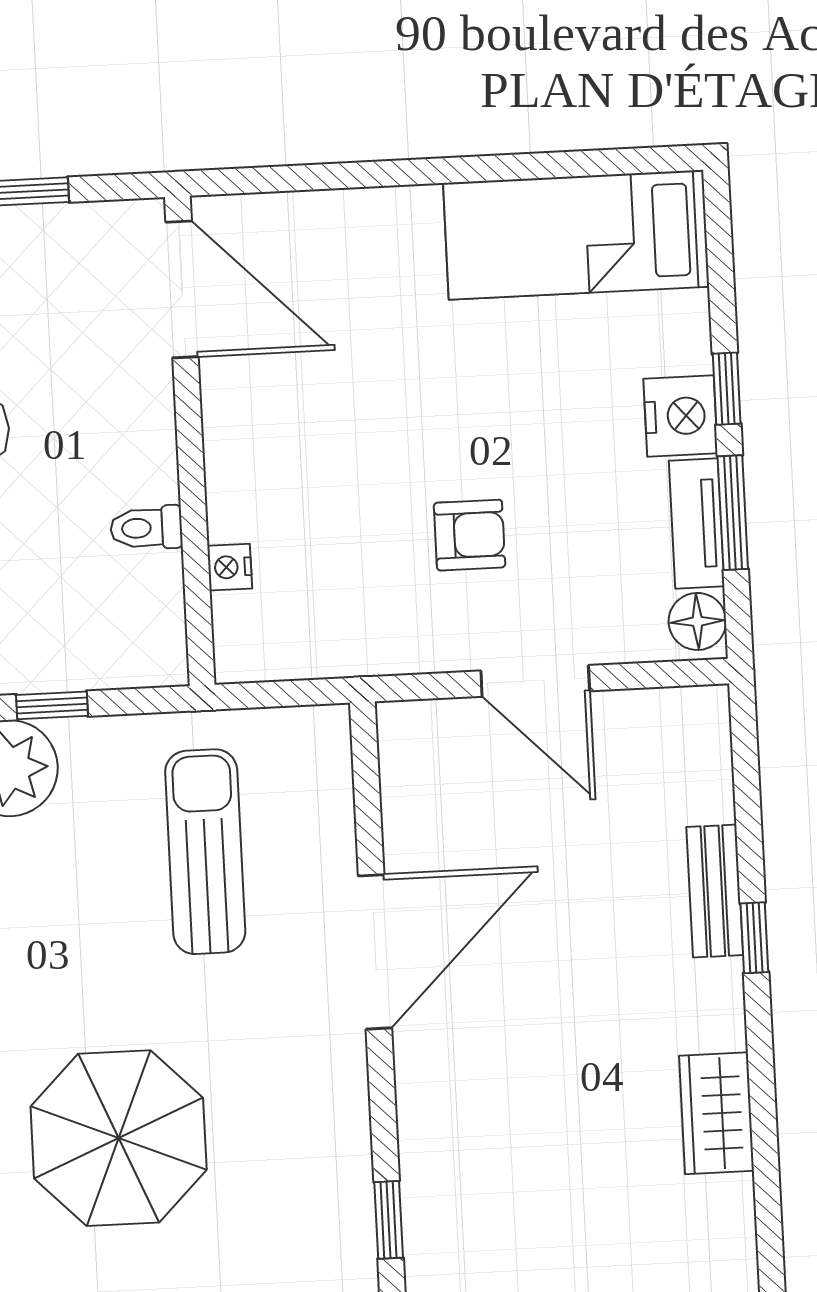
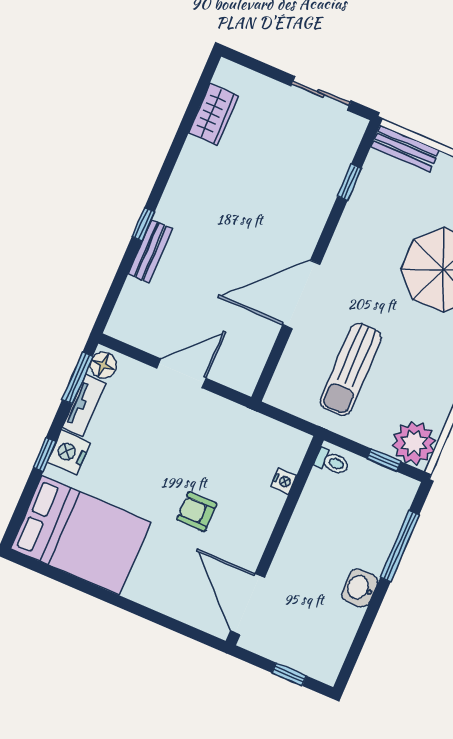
bed: (576, 235) -> (81, 535), width x1.50
window: (733, 513) -> (77, 378), moved
toilet: (146, 528) -> (332, 462), moved
armchair: (470, 535) -> (197, 512), moved
door: (535, 681) -> (181, 373), hinge flipped
wardrobe: (716, 1113) -> (214, 114), moved

